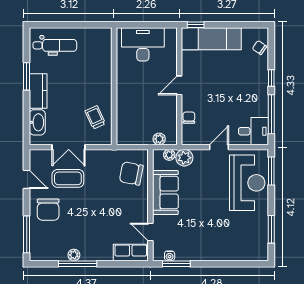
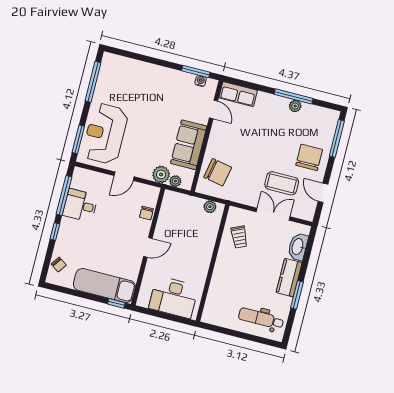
desk: (253, 131) -> (80, 205), moved
plant: (159, 139) -> (210, 207), moved
window: (271, 229) -> (93, 82), width x1.44

